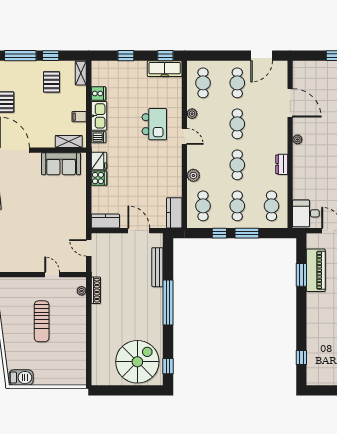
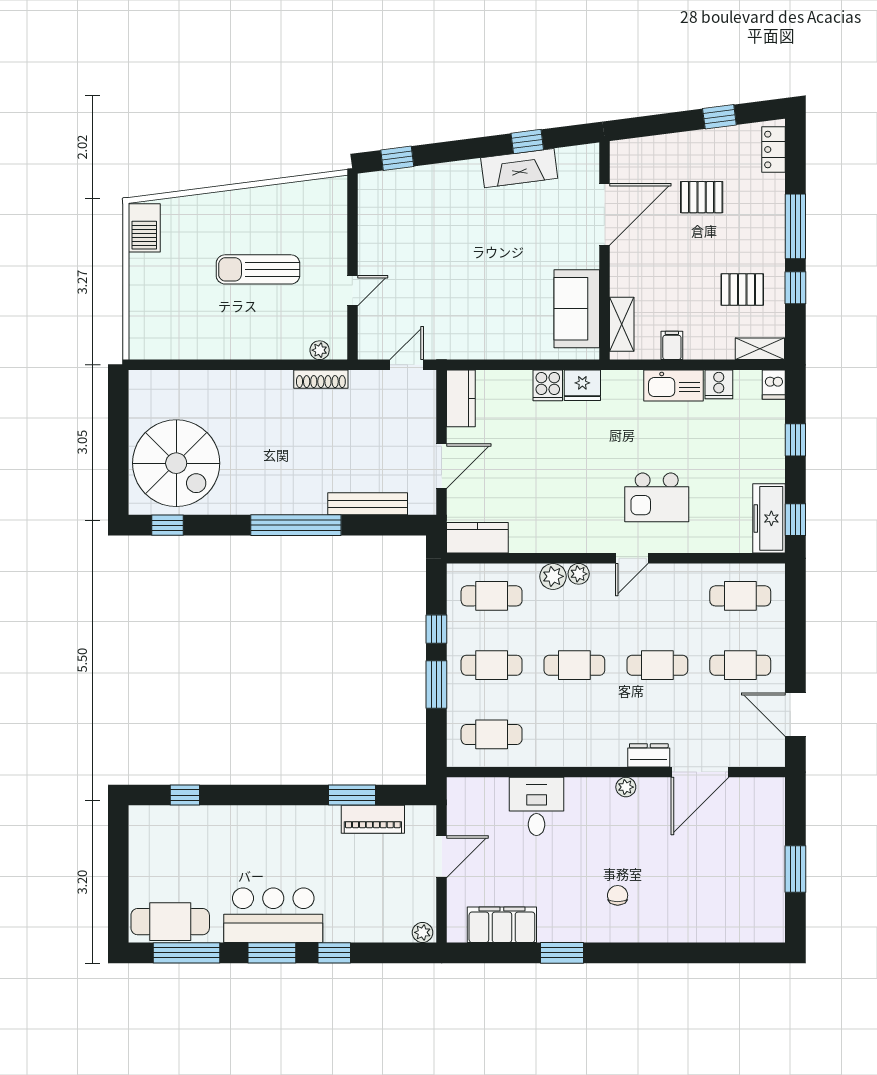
plant: (192, 114) -> (579, 574), moved
dishwasher: (99, 137) -> (774, 385), moved
dresser: (282, 164) -> (649, 755), moved
desk: (307, 213) -> (537, 806), moved
piano: (316, 270) -> (373, 819), width x0.73, depth x0.75

